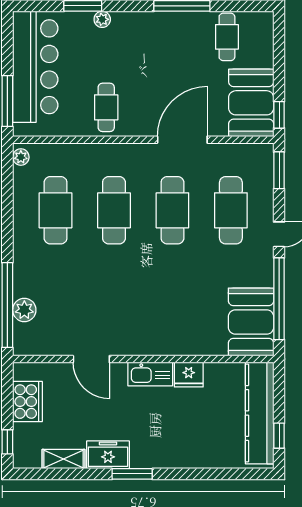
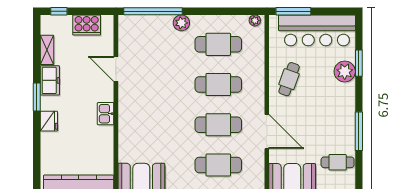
plant: (102, 19) -> (345, 72), width x1.87, depth x1.87
cafe table: (106, 107) -> (289, 79), turned -70
plant: (24, 310) -> (181, 23), moved
door: (91, 359) -> (116, 69), hinge flipped
kitchen sink: (150, 374) -> (106, 114), width x0.73
fridge: (189, 375) -> (49, 121), moved, turned 180

